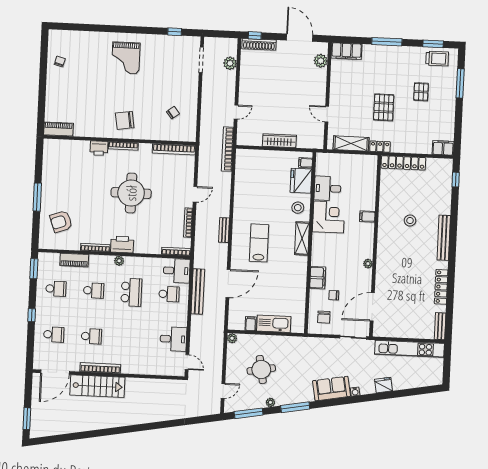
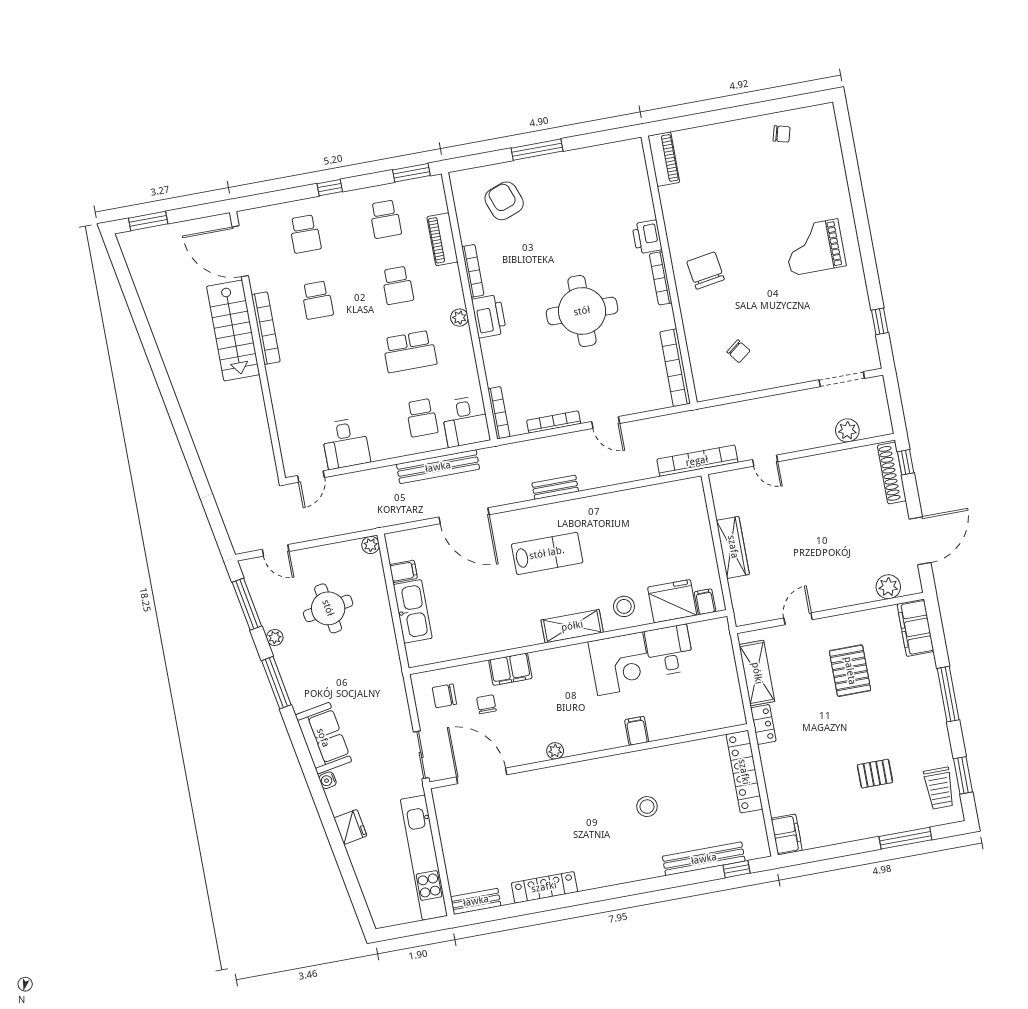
pallet: (384, 107) -> (850, 671), moved, turned 90
bench: (444, 238) -> (704, 859), moved

